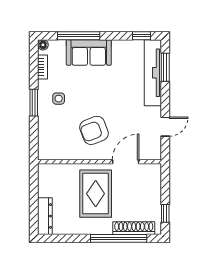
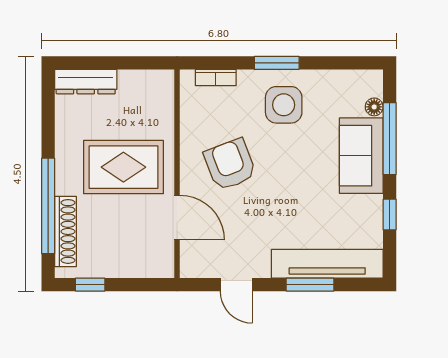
window: (141, 36) -> (390, 215), moved
floor lamp: (43, 45) -> (374, 107), moved
bookcase: (42, 67) -> (216, 78), moved
window: (165, 67) -> (310, 285), moved
side table: (59, 99) -> (284, 105), width x1.87, depth x1.87

